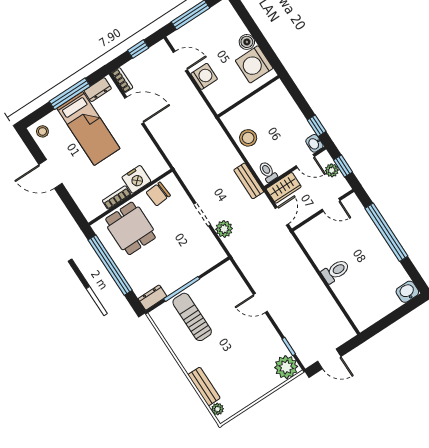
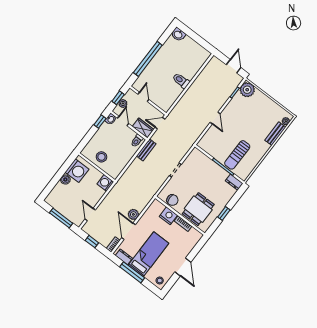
washing machine: (204, 76) -> (105, 183), moved
stool: (248, 138) -> (101, 157), moved
plant: (224, 229) -> (133, 214), moved
window: (110, 265) -> (224, 214), width x0.32

